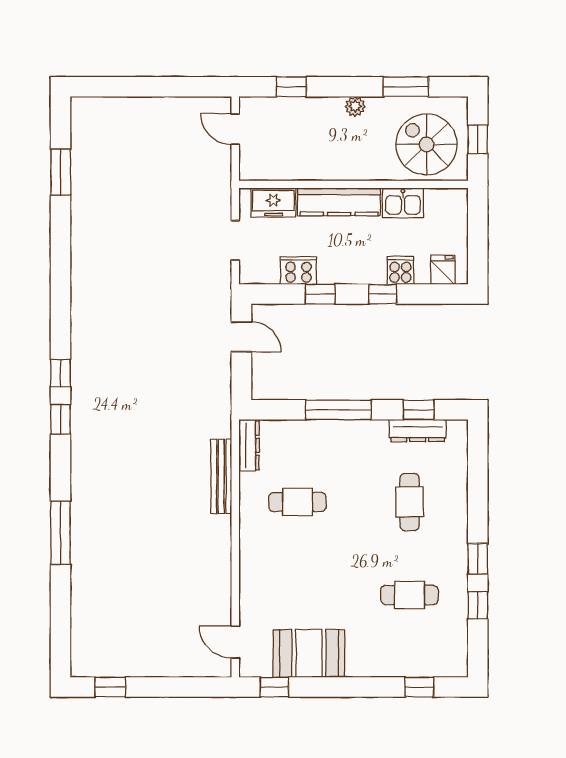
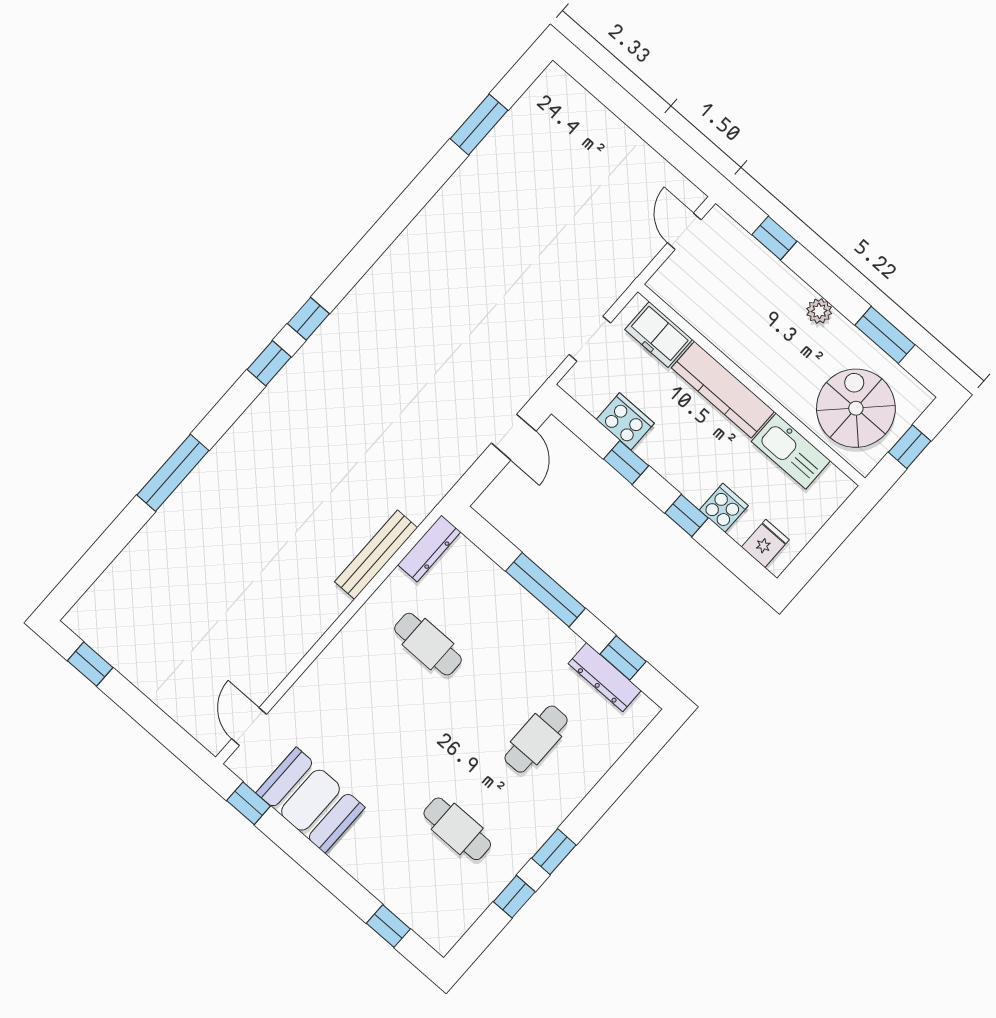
kitchen sink: (403, 203) -> (791, 451), width x1.38

